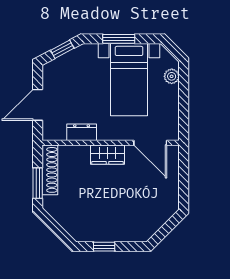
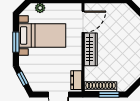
dresser: (82, 132) -> (76, 80), moved
wardrobe: (107, 155) -> (91, 49), width x1.50

